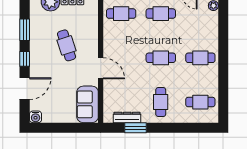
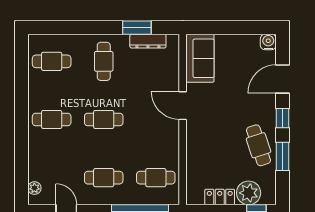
cafe table: (67, 45) -> (258, 145), moved

